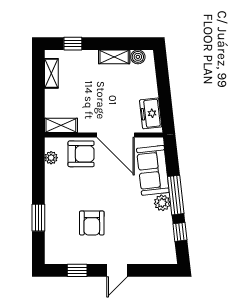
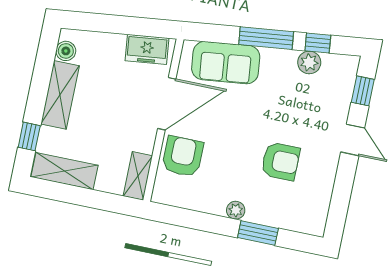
shelving: (114, 57) -> (60, 95), width x1.50, depth x1.33
shelving: (51, 73) -> (64, 171), width x1.50, depth x1.33
plant: (51, 158) -> (236, 210), moved
plant: (162, 203) -> (309, 62), moved
window: (77, 270) -> (363, 91), moved

